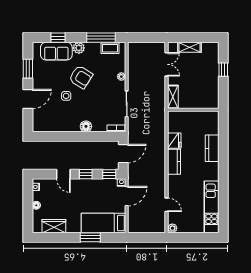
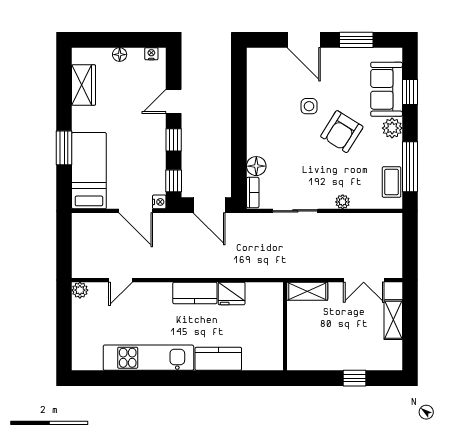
floor lamp: (86, 126) -> (256, 166), moved
kitchen unit: (211, 207) -> (148, 358), moved

